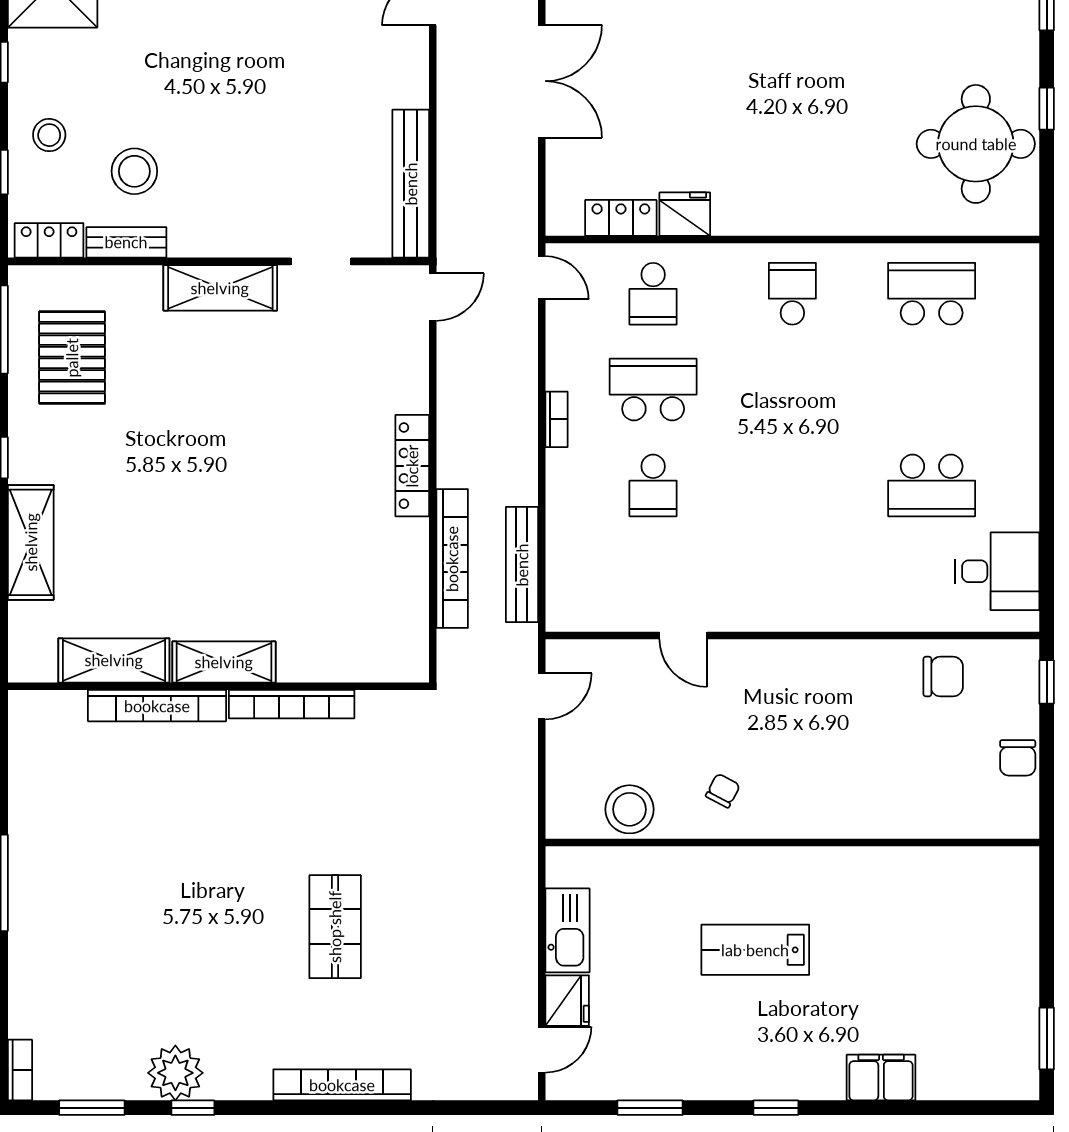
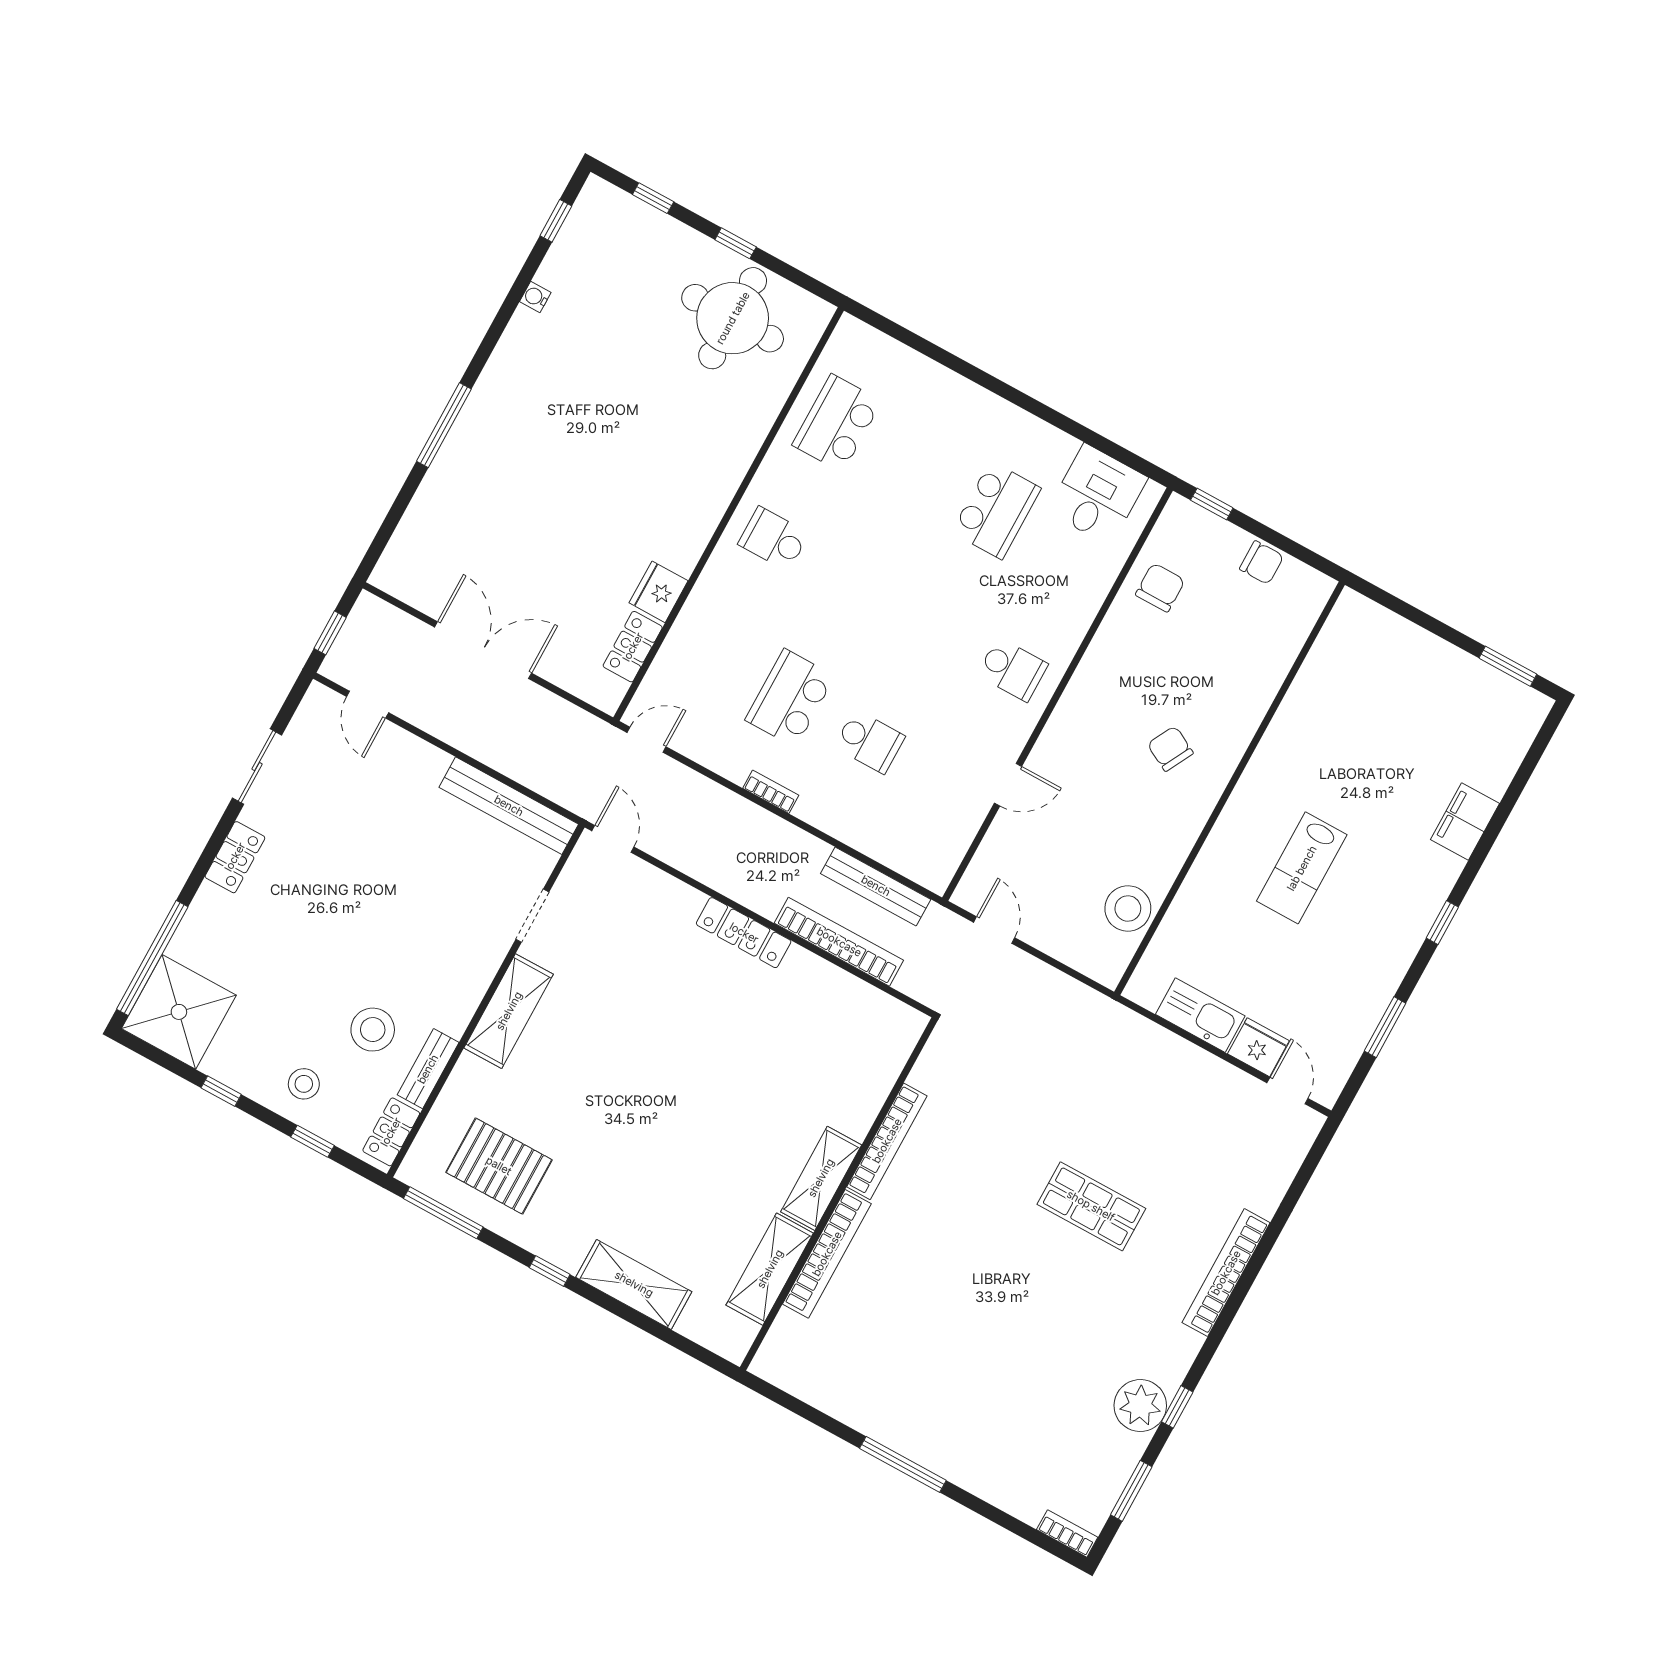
school desk: (653, 294) -> (1013, 669), moved
chair: (723, 791) -> (1170, 749), moved, width x1.37, depth x1.37

